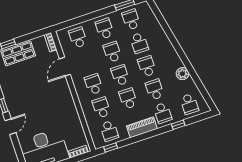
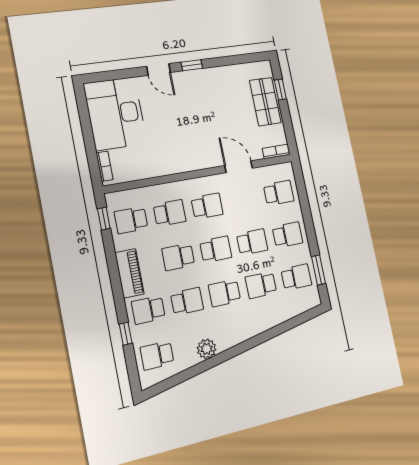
school desk: (147, 66) -> (225, 293), turned 180
school desk: (128, 99) -> (178, 257), turned 180

